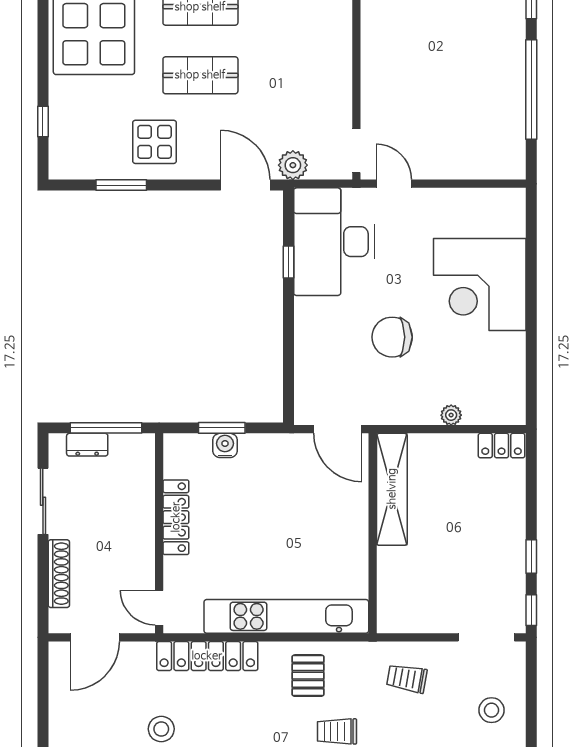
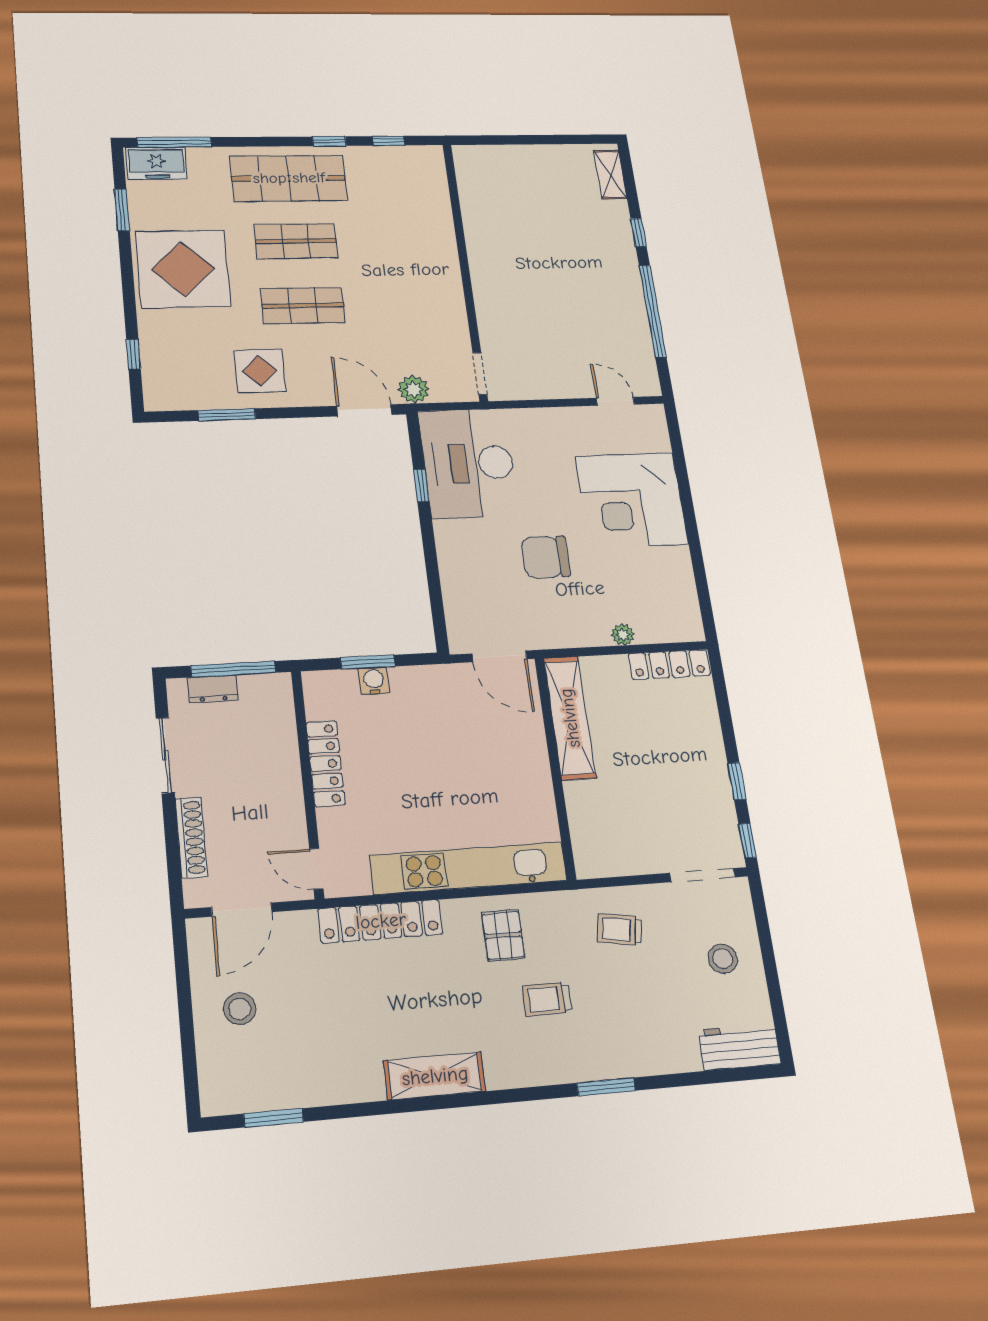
door: (394, 184) -> (615, 401), moved
locker: (502, 446) -> (669, 665), width x1.53
stool: (161, 729) -> (240, 1009), moved

